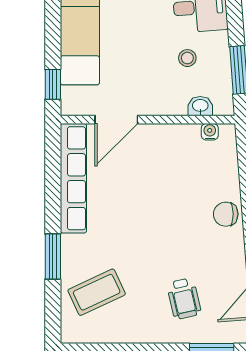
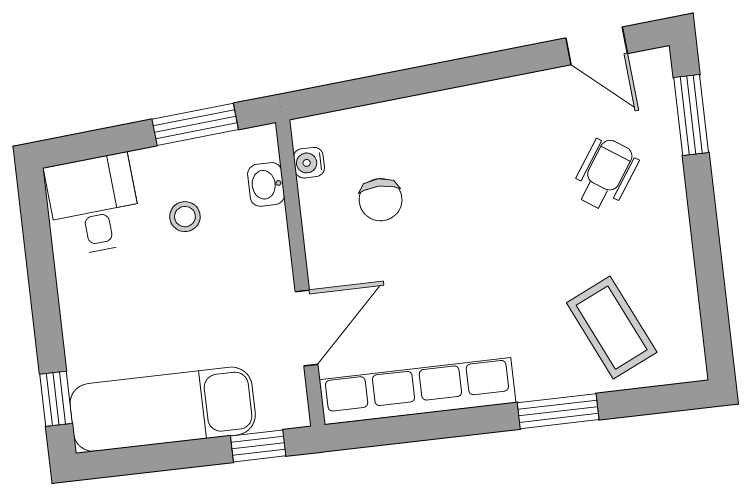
door: (116, 120) -> (307, 328), hinge flipped
chair: (226, 214) -> (381, 200), moved
wheelchair: (184, 299) -> (605, 174), turned -43

